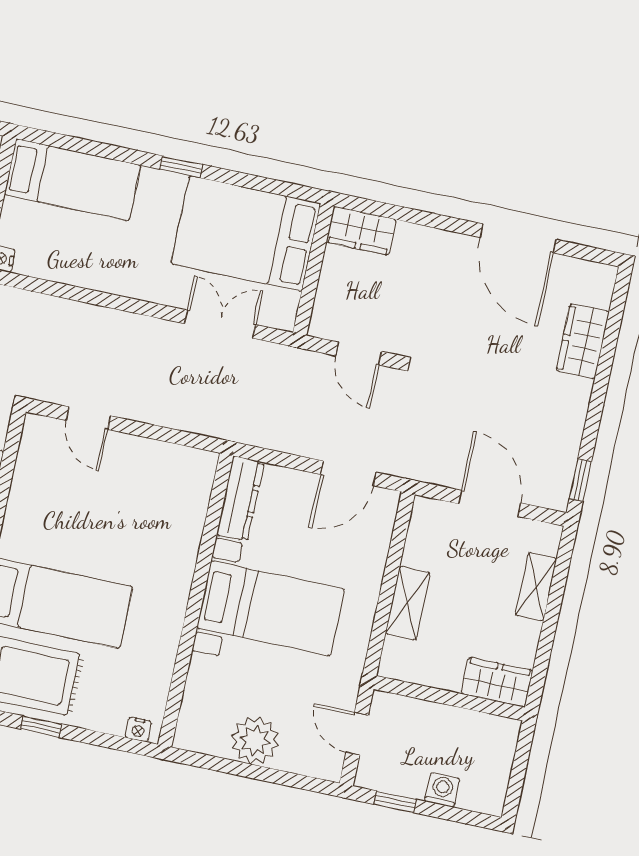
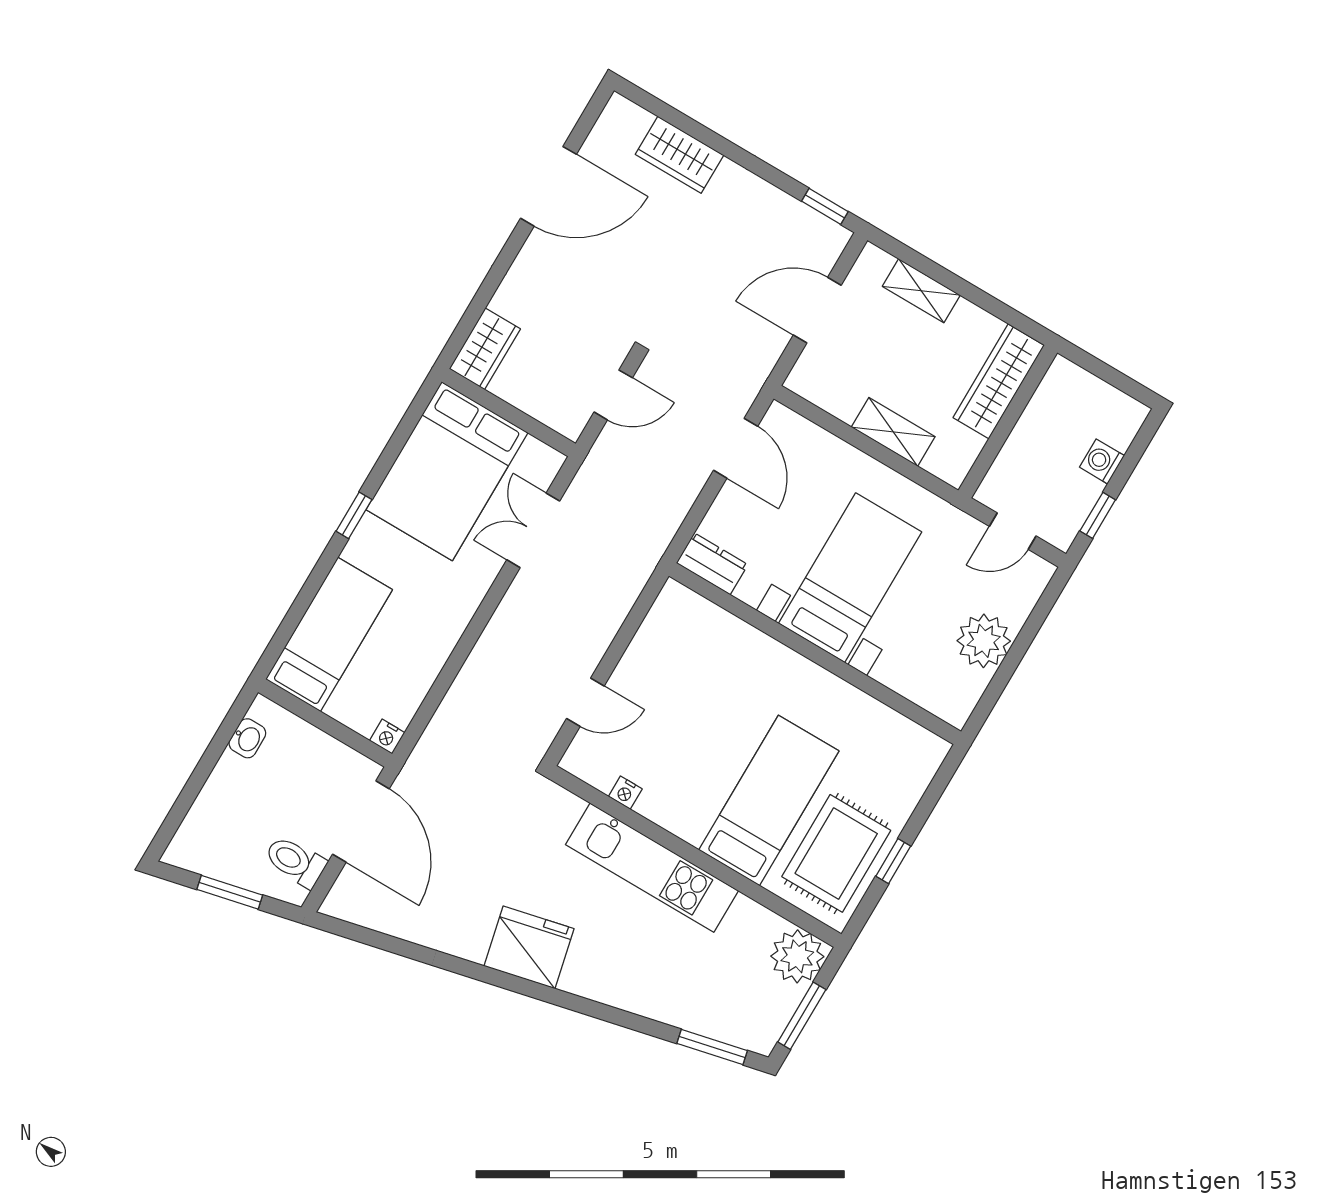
dresser: (240, 499) -> (712, 564), width x0.70
wardrobe: (497, 682) -> (999, 381), width x1.50
nightstand: (138, 729) -> (625, 793), moved, turned 90

